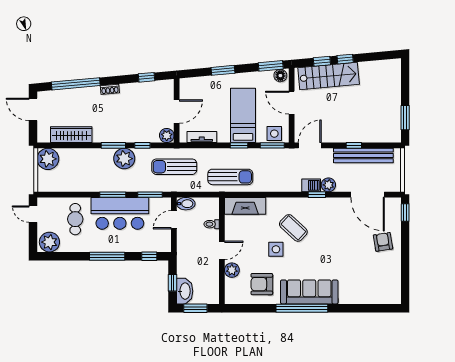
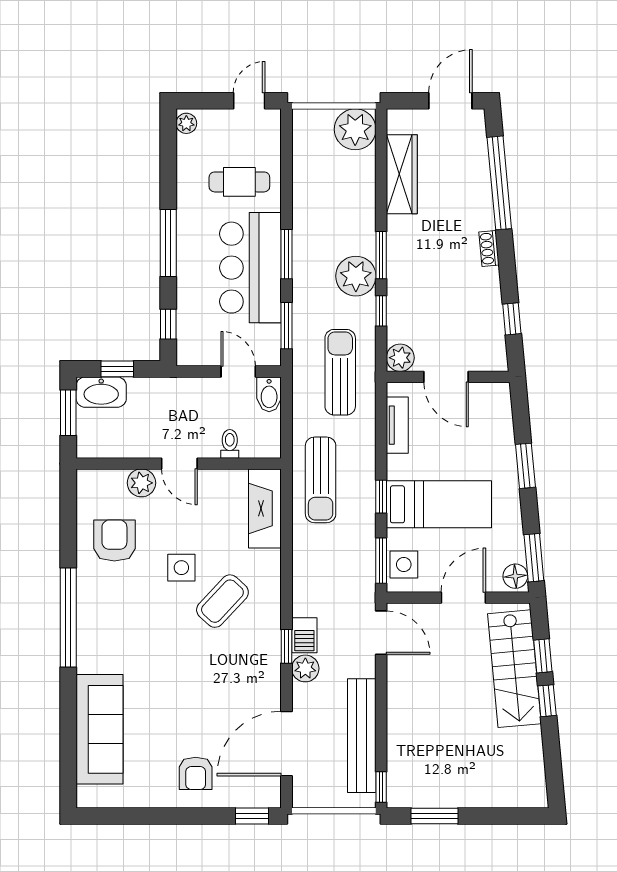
window: (354, 145) -> (381, 787), moved
plant: (49, 242) -> (186, 123), width x0.53, depth x0.53
armchair: (383, 242) -> (196, 773), turned 99
sofa: (309, 292) -> (100, 729), moved

